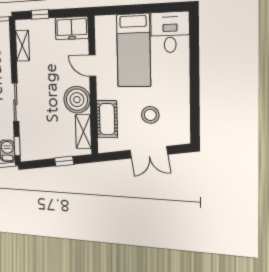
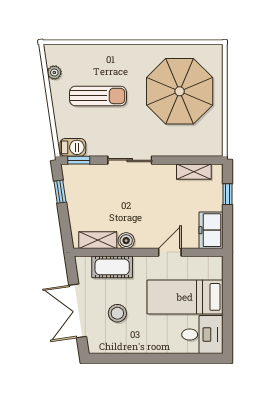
boiler: (77, 100) -> (126, 241), width x0.54, depth x0.54
double door: (149, 152) -> (78, 311), width x1.37
window: (64, 161) -> (60, 192), moved

